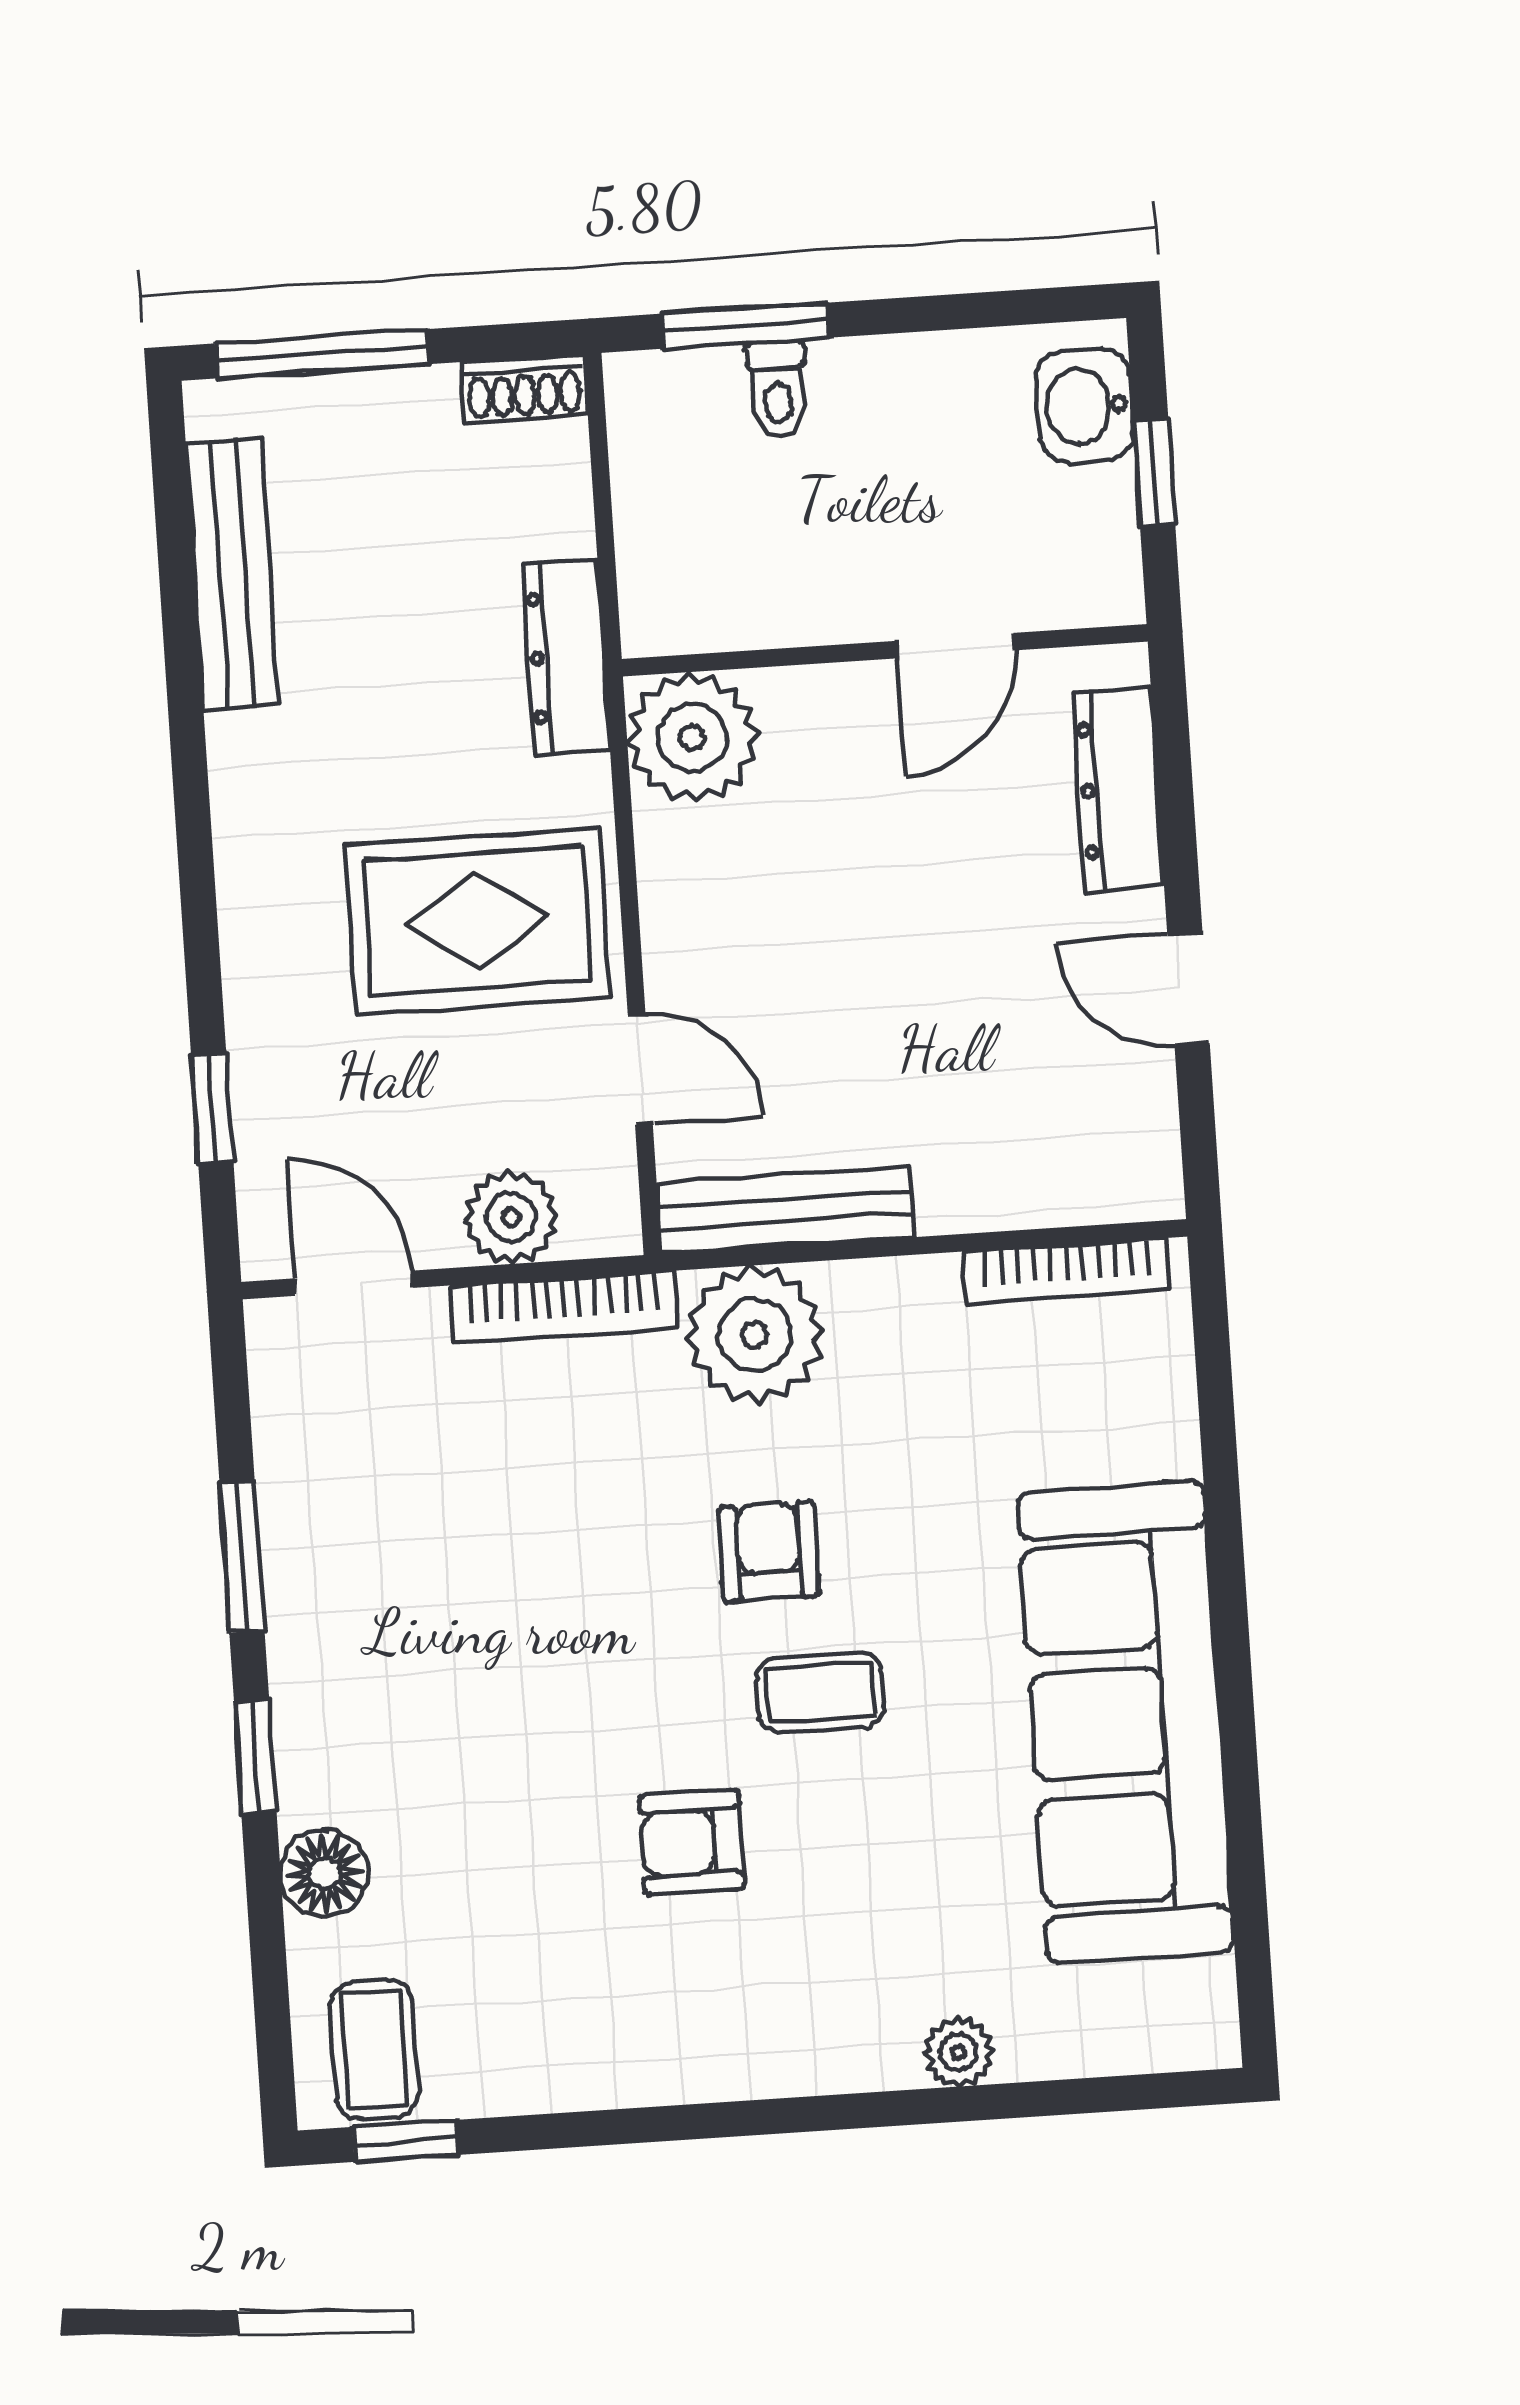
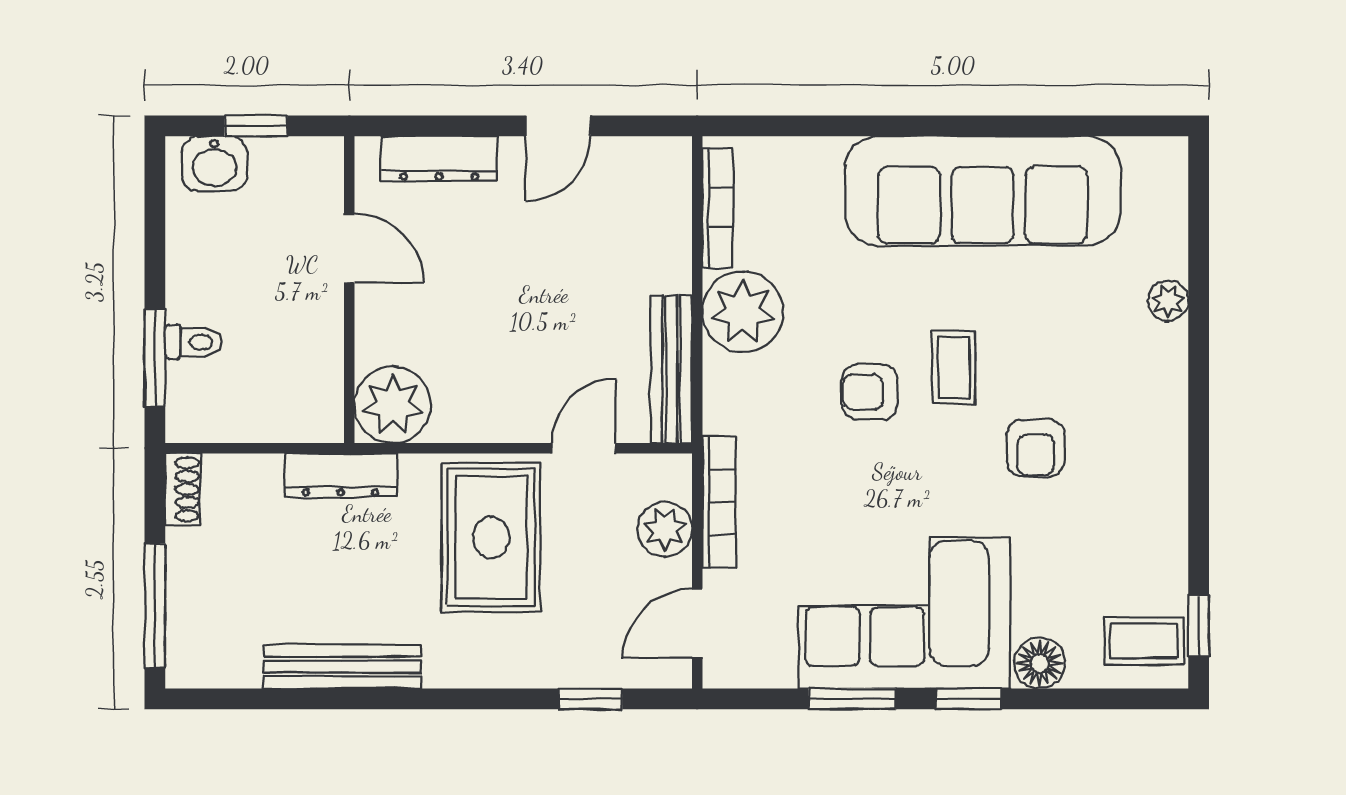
bench: (232, 574) -> (342, 667), moved
plant: (755, 1335) -> (743, 312), moved
corner sofa: (395, 1636) -> (904, 613), added

